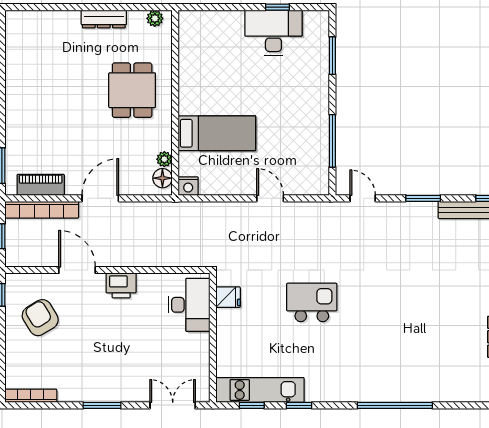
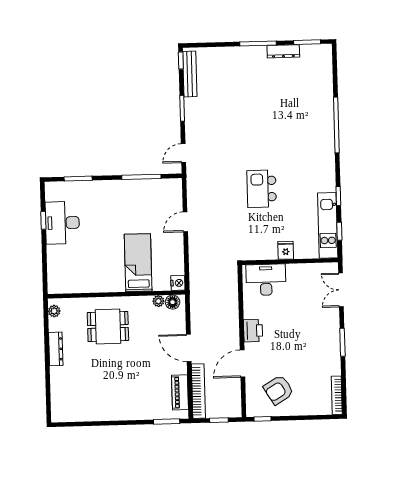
fridge: (228, 297) -> (286, 250), moved

